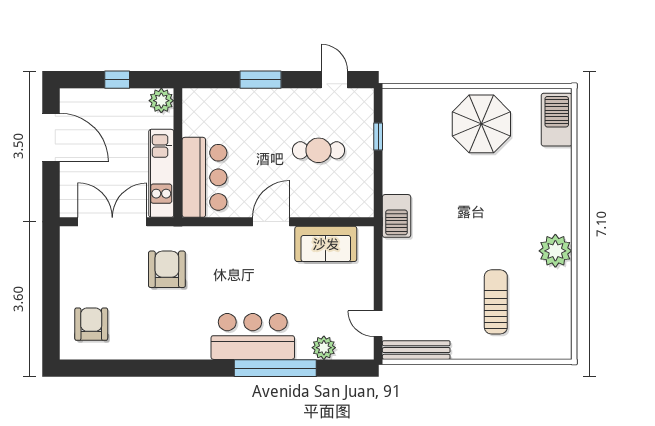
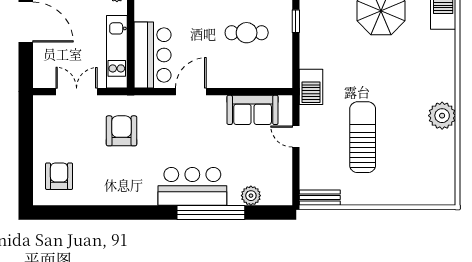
double door: (112, 222) -> (77, 92), width x0.73
door: (271, 222) -> (191, 92), moved
sun lounger: (496, 302) -> (363, 137), moved, width x1.36, depth x1.34
door: (378, 324) -> (296, 136), moved
bench: (416, 350) -> (320, 198), width x0.73

